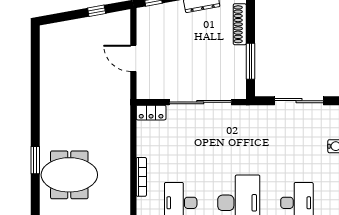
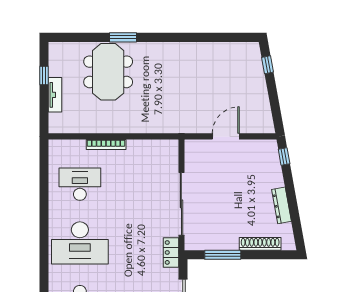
window: (97, 11) -> (268, 65), moved
locker: (151, 113) -> (171, 252), moved

